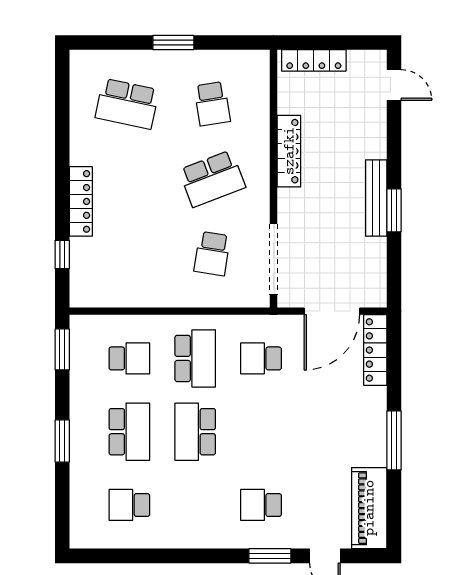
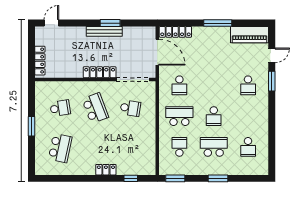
locker: (289, 151) -> (100, 72), moved
locker: (81, 201) -> (106, 170), width x0.66
school desk: (195, 432) -> (214, 116), width x0.54

